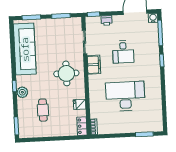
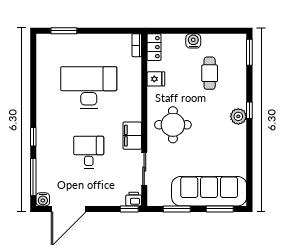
printer: (107, 20) -> (134, 199), moved
sofa: (25, 49) -> (209, 191), moved, turned 90
plant: (22, 92) -> (238, 116), moved
desk: (125, 96) -> (89, 87), turned 180
water cooler: (55, 132) -> (193, 41), added

